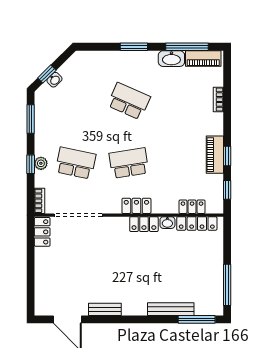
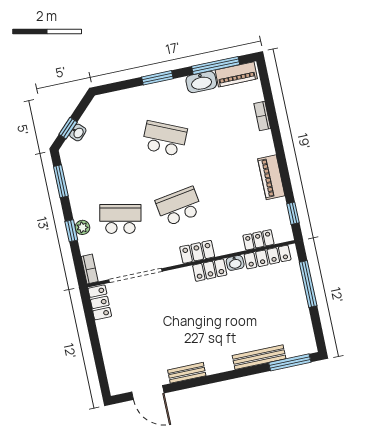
window: (227, 156) -> (285, 176), removed
window: (227, 285) -> (308, 284), moved

